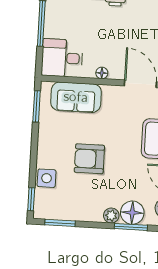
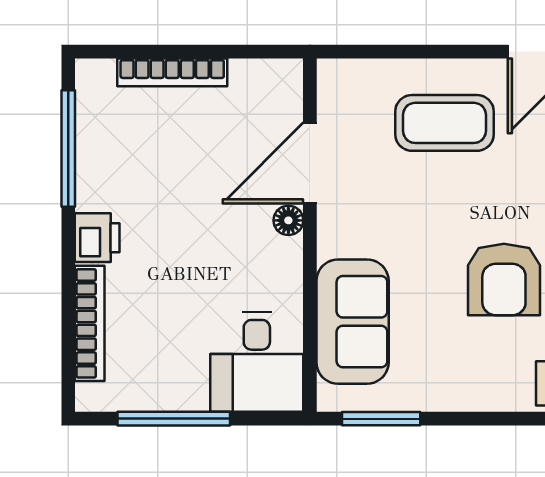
floor lamp: (102, 73) -> (288, 220), moved

